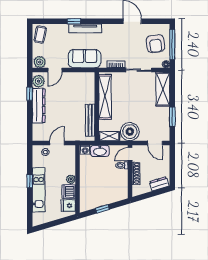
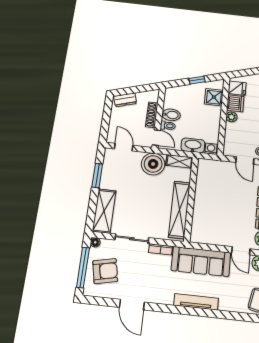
window: (74, 21) -> (210, 313), removed
armchair: (155, 44) -> (105, 271), turned 85
sofa: (85, 59) -> (201, 261), width x1.36
door: (55, 70) -> (241, 251), swing flipped
bench: (90, 120) -> (201, 183), removed
door: (57, 143) -> (245, 160), hinge flipped
door: (130, 154) -> (156, 138), hinge flipped
bidet: (120, 175) -> (171, 115), added
shower: (87, 195) -> (214, 97), added

